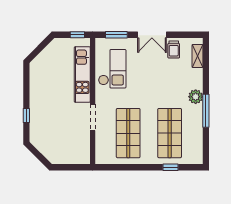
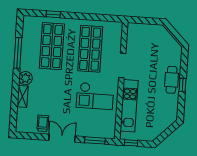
shelving: (197, 56) -> (23, 96), moved
checkout: (112, 69) -> (95, 96), moved, turned -90
cafe table: (39, 106) -> (172, 80), added
window: (206, 111) -> (18, 53), moved
window: (26, 115) -> (183, 85), moved

